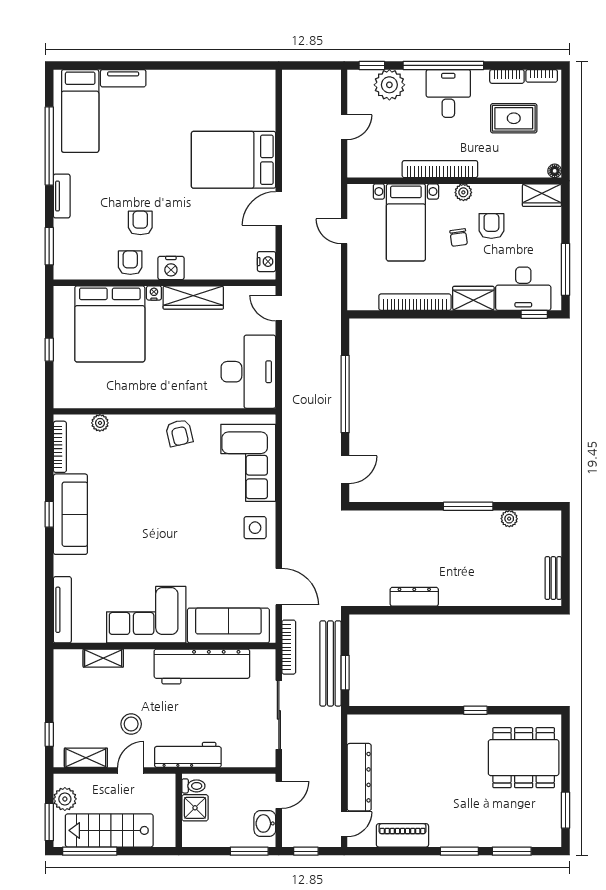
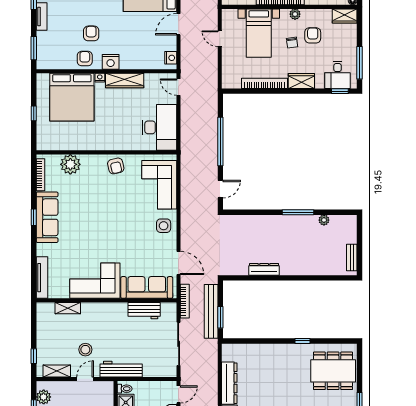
desk: (523, 289) -> (338, 75), width x0.73
plant: (100, 423) -> (70, 164), width x1.88, depth x1.88
workbench: (202, 666) -> (144, 311), width x0.53, depth x0.76

